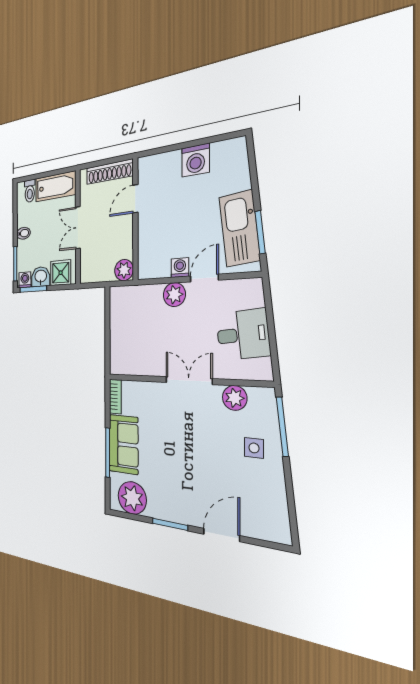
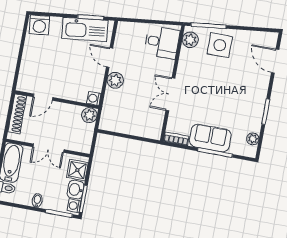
washing machine: (196, 160) -> (39, 25), moved, turned 84
door: (135, 199) -> (43, 97), hinge flipped
washing machine: (180, 268) -> (94, 98), moved
desk: (243, 335) -> (162, 42), moved, turned 96
double door: (189, 381) -> (170, 94), moved
plant: (235, 398) -> (190, 40), moved
side table: (254, 448) -> (220, 45), width x1.87, depth x1.87
plant: (132, 498) -> (253, 139), width x0.53, depth x0.53
door: (221, 535) -> (275, 61), moved

